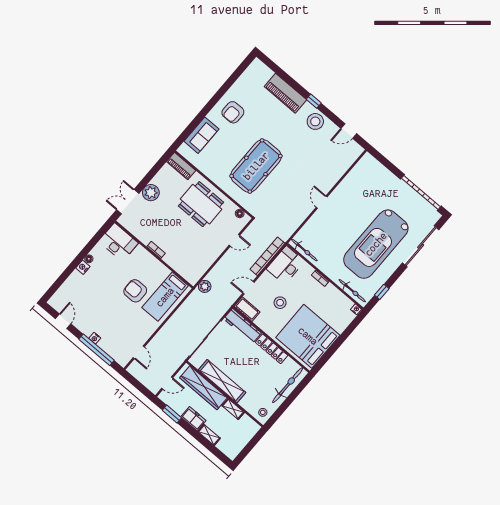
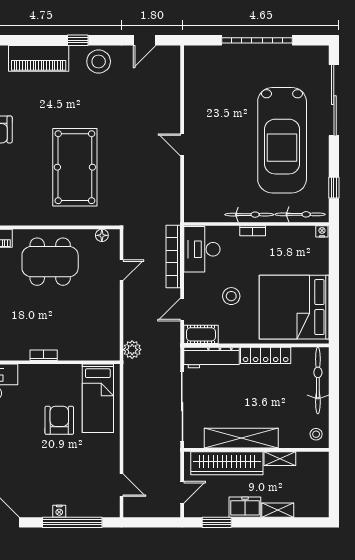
garage door: (421, 192) -> (257, 40), moved
bicycle: (304, 250) -> (249, 215), moved
armchair: (135, 291) -> (59, 420), turned 90

